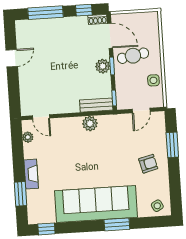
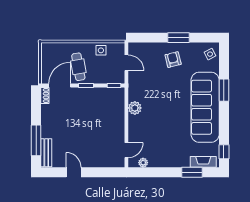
window: (84, 10) -> (36, 107), removed
plant: (103, 66) -> (86, 94), removed
bench: (96, 105) -> (46, 153), moved
window: (172, 145) -> (178, 38), moved
fireplace: (31, 174) -> (203, 162), moved

